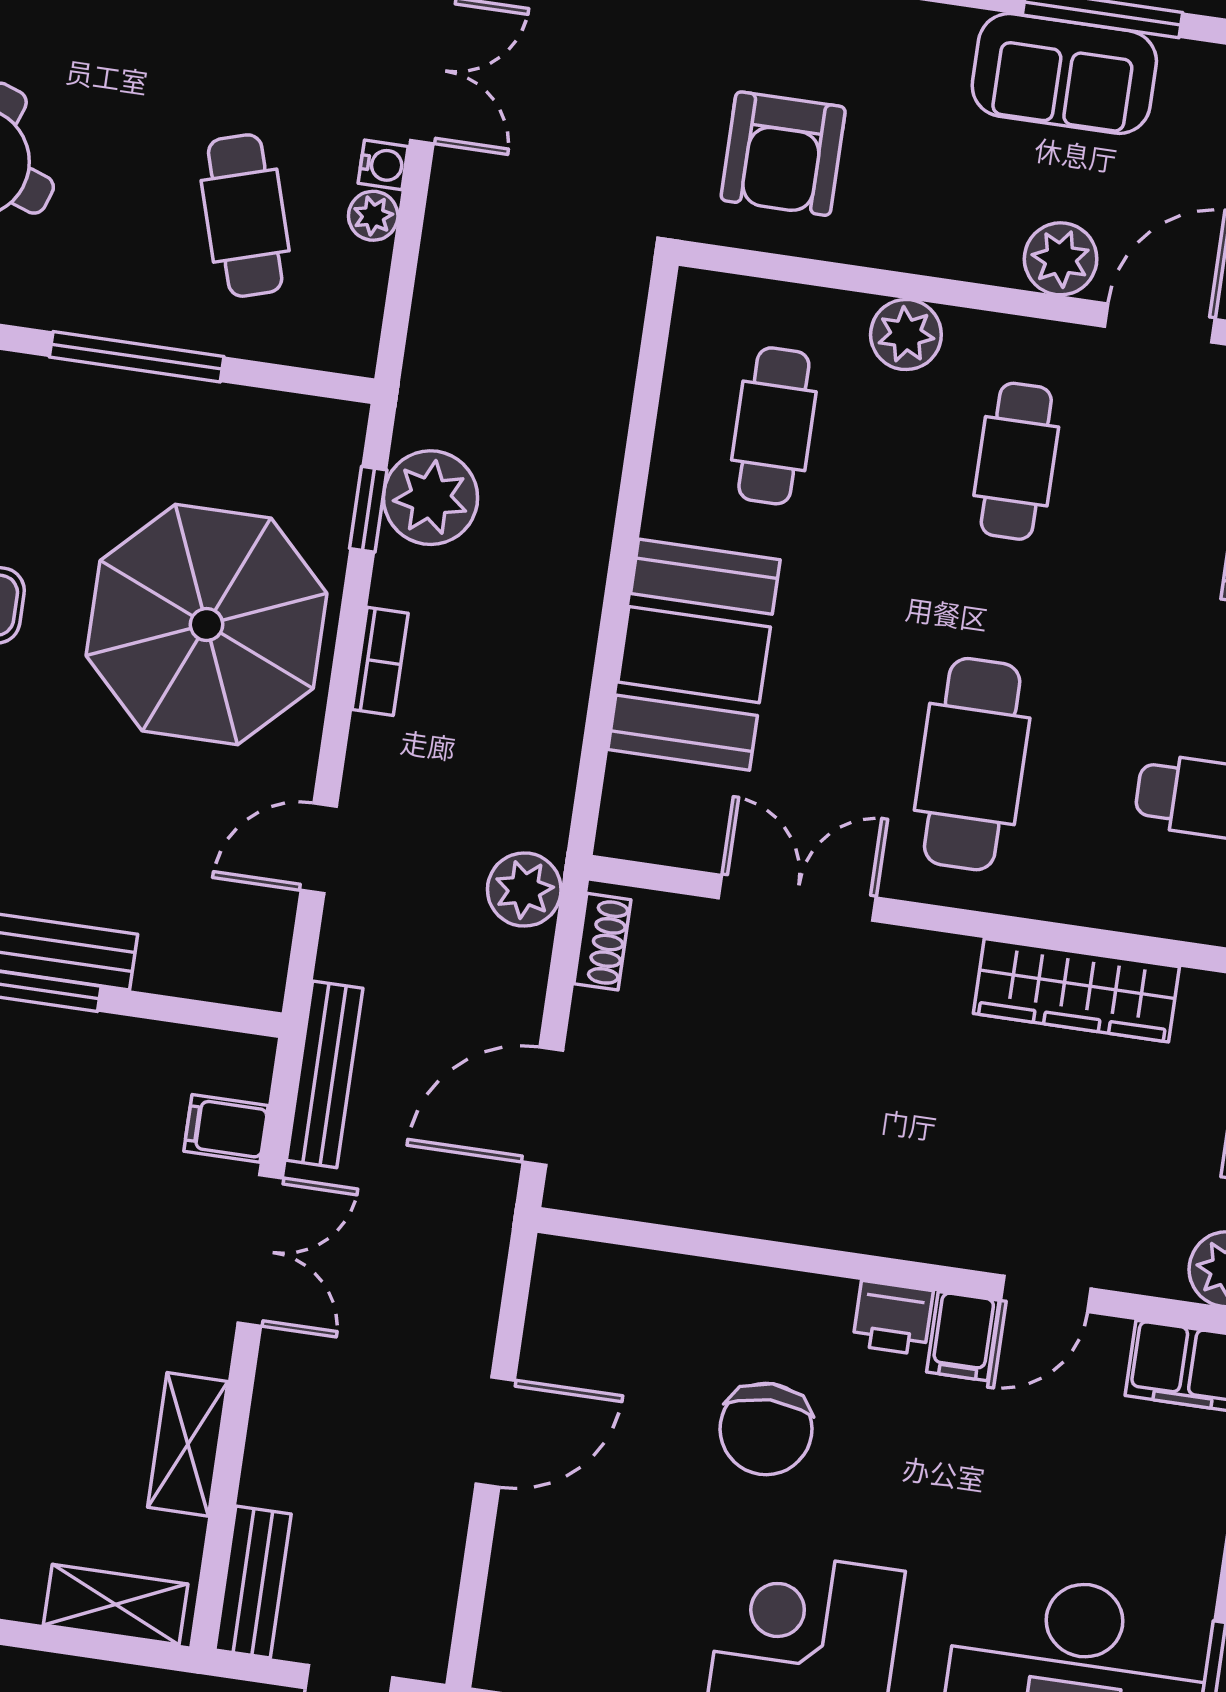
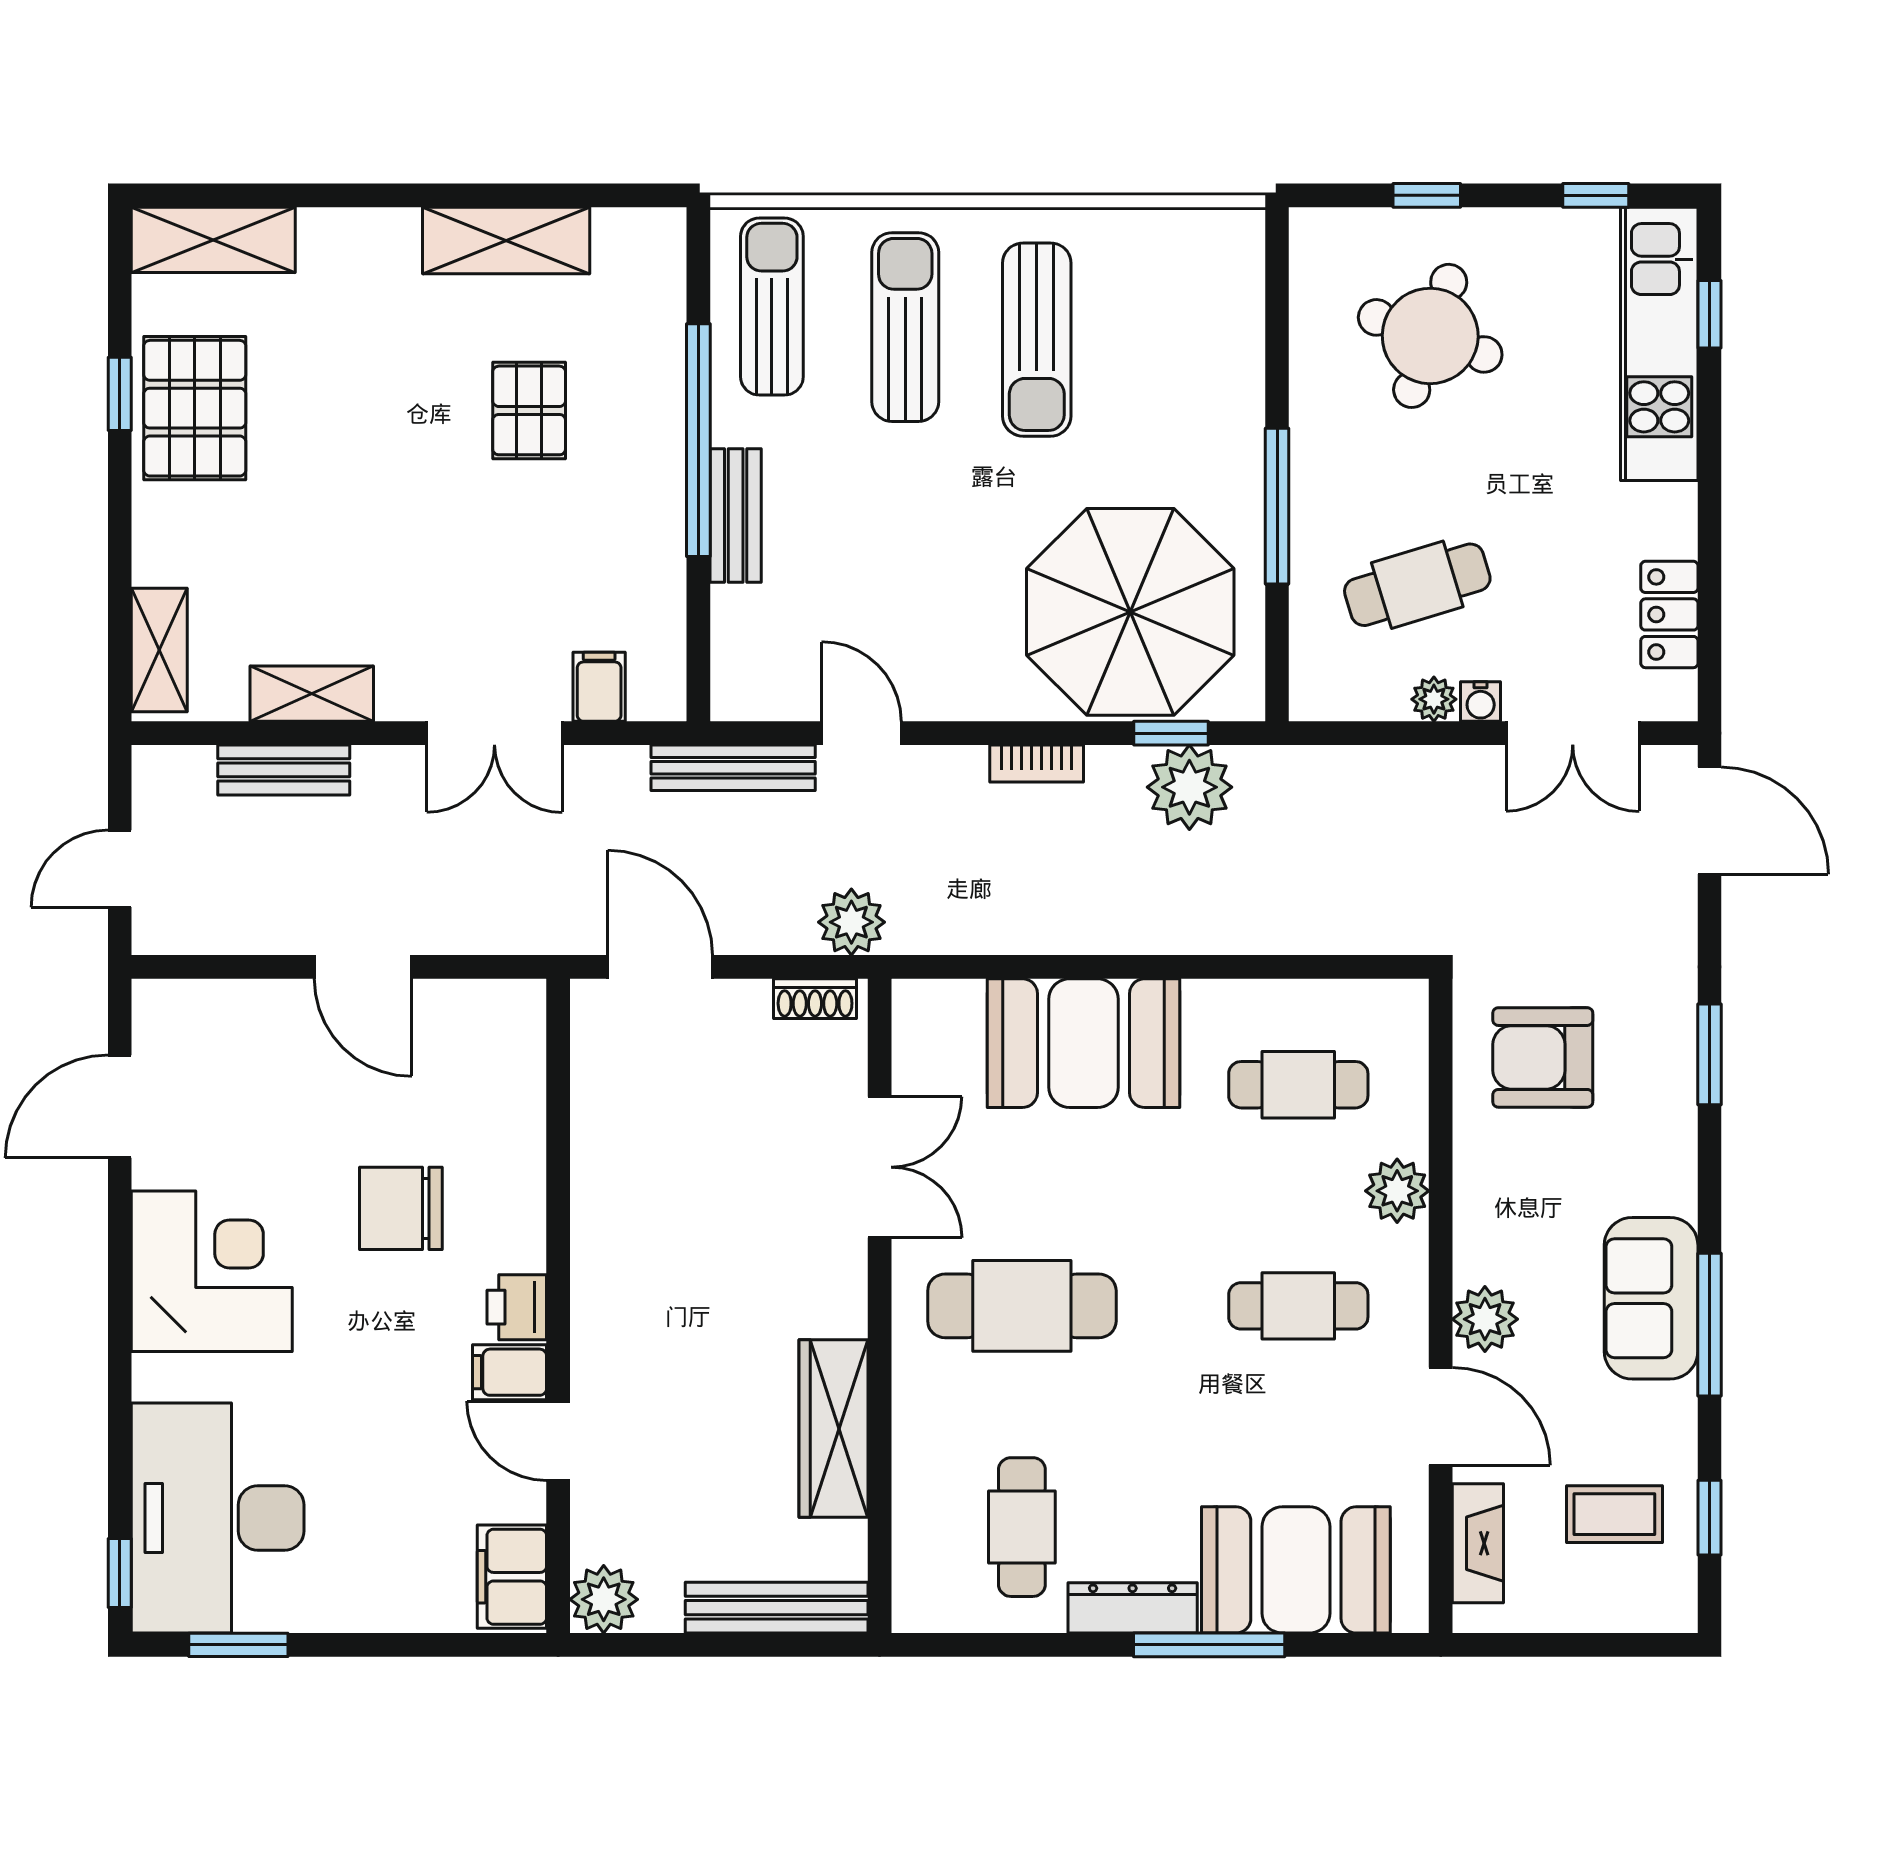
parasol: (207, 624) -> (1130, 612), moved
bench: (325, 1074) -> (733, 768), moved
bench: (253, 1582) -> (284, 770), moved

